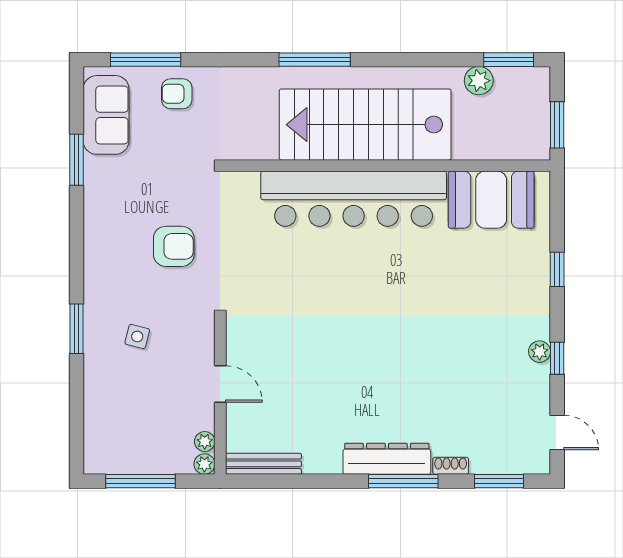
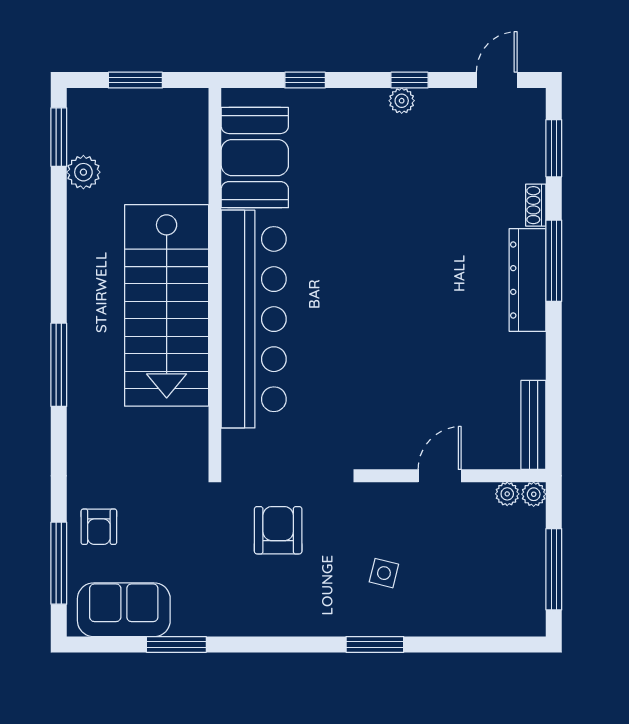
stairs: (365, 125) -> (167, 305), moved
wall: (388, 166) -> (215, 279), moved
bar counter: (354, 199) -> (254, 319), moved
booth: (491, 200) -> (255, 158), moved

